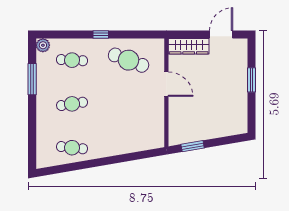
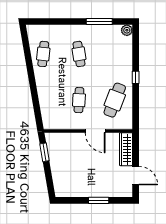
cafe table: (72, 60) -> (79, 100), moved
door: (166, 84) -> (95, 131), hinge flipped

